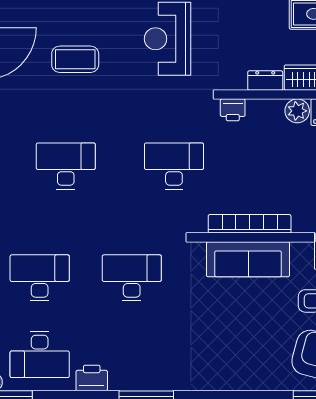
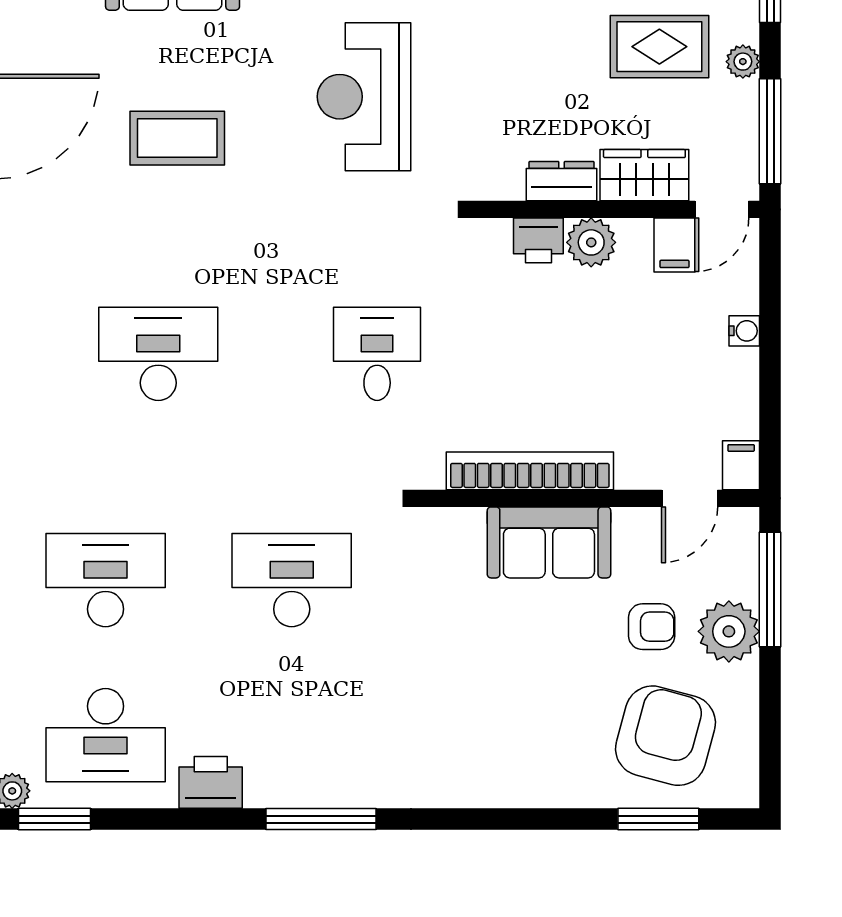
printer: (233, 110) -> (538, 240), moved
plant: (297, 111) -> (591, 242), moved
desk: (174, 166) -> (377, 354), width x0.73
sofa: (248, 259) -> (549, 542), width x0.73

